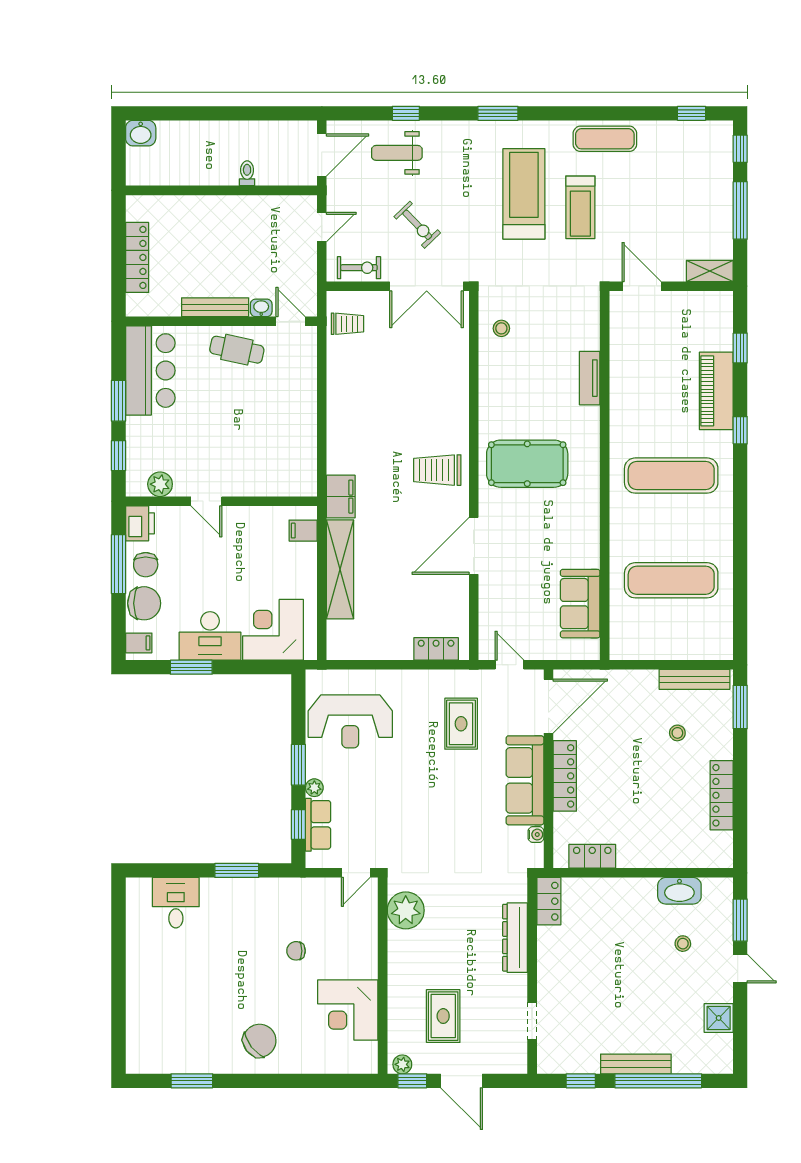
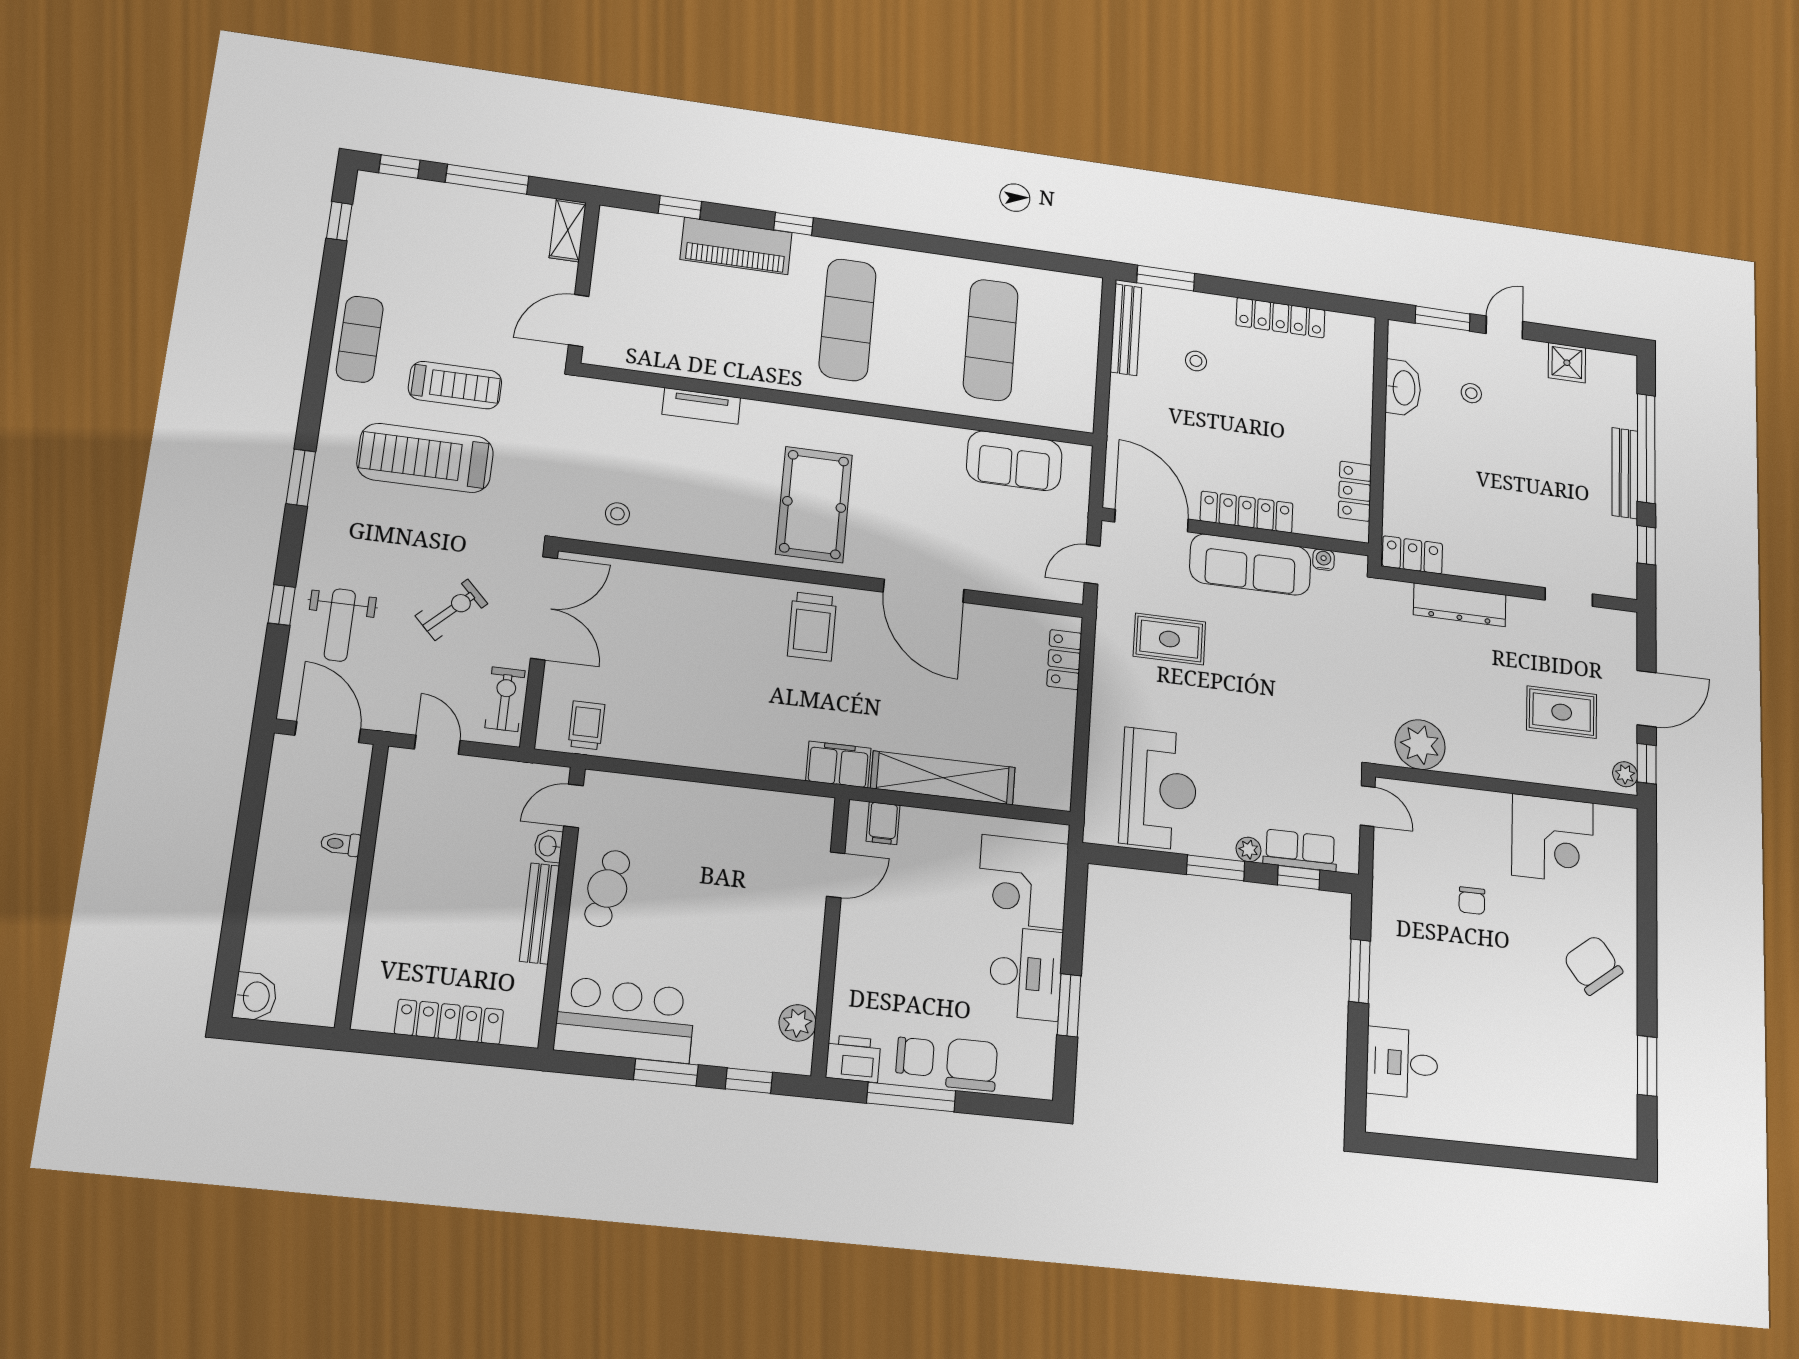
door: (206, 501) -> (836, 875), moved
filing cabinet: (139, 643) -> (1029, 1079), removed

